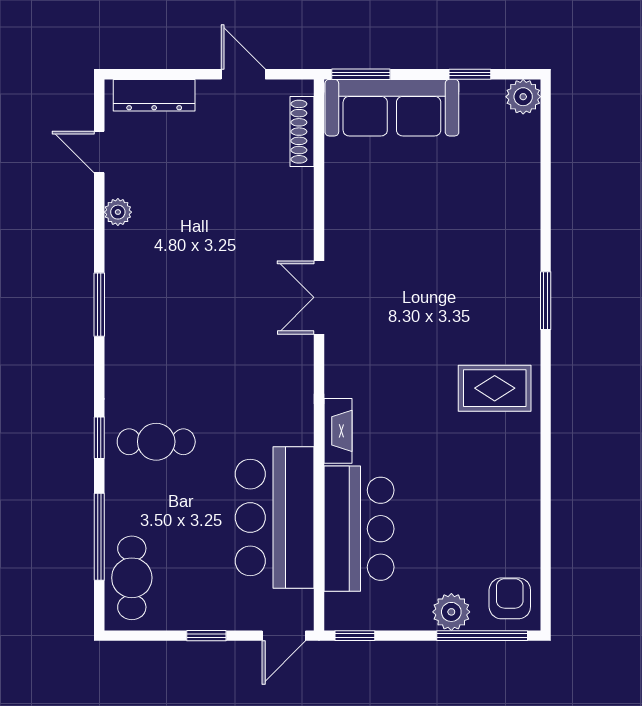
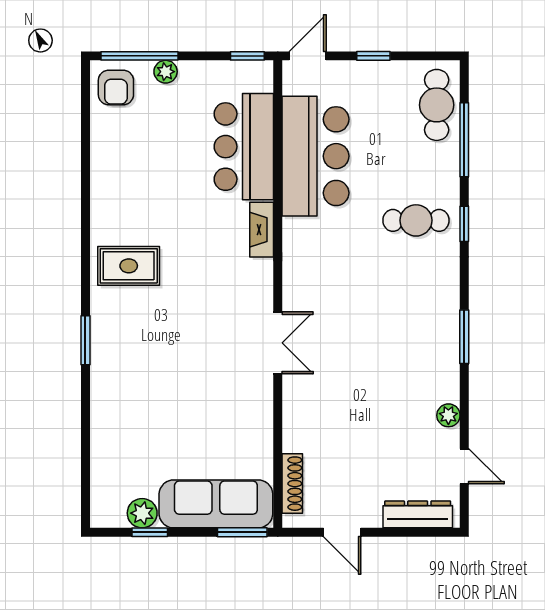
plant: (523, 97) -> (142, 513), moved
plant: (451, 612) -> (166, 72), width x0.73, depth x0.73

